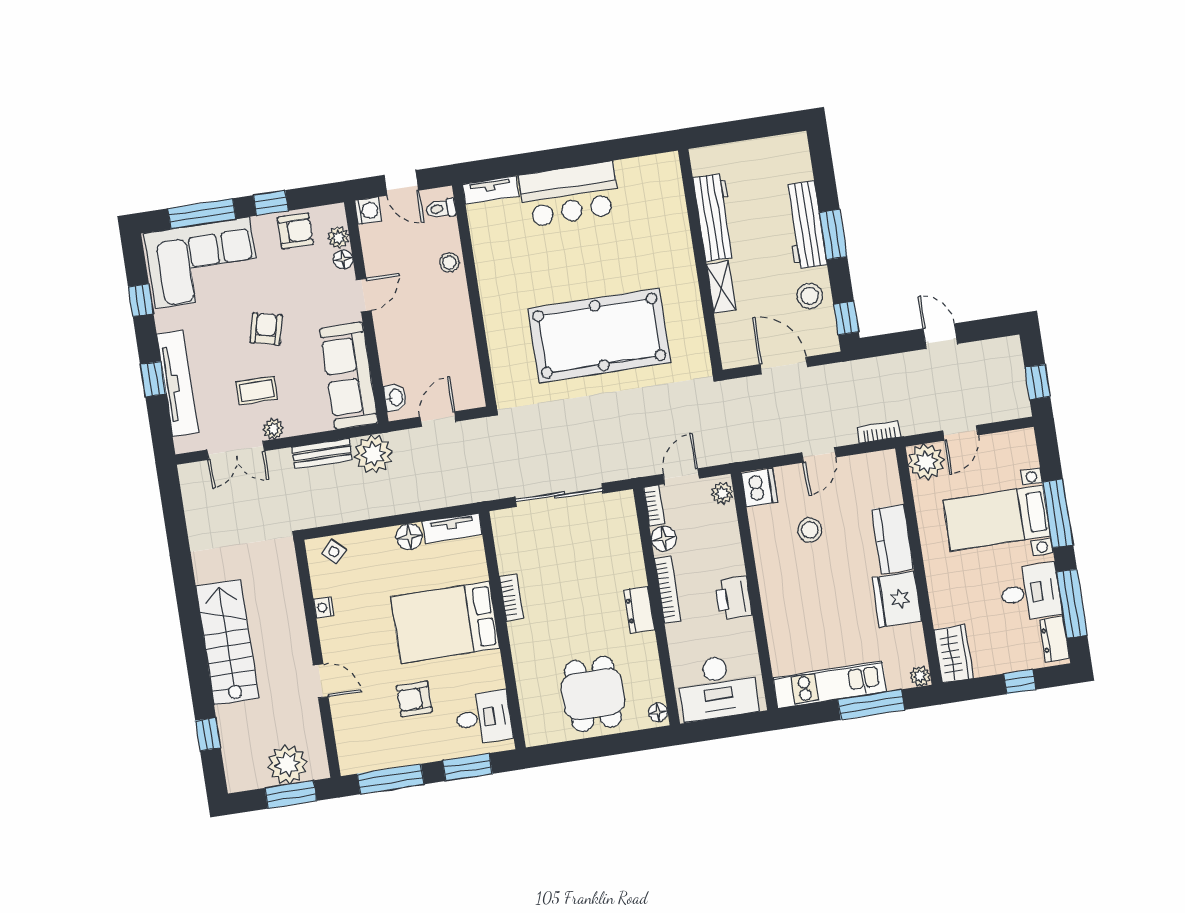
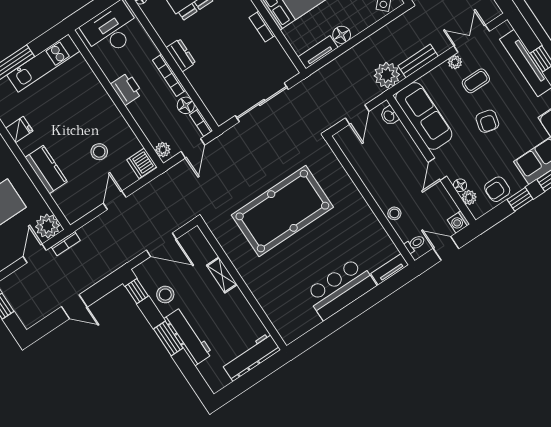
workbench: (715, 218) -> (251, 357), moved, turned 90
bookcase: (879, 432) -> (66, 244), moved
fridge: (897, 599) -> (19, 130), width x0.53, depth x0.75

